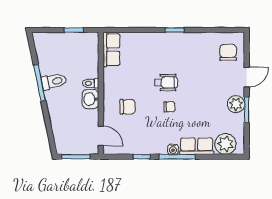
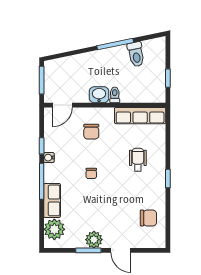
row of seats: (111, 50) -> (140, 116), width x1.48
chair: (228, 52) -> (148, 218), moved
toilet: (54, 81) -> (136, 54), moved
wheelchair: (166, 82) -> (138, 160), moved, turned 180
water cooler: (173, 149) -> (49, 158), moved

